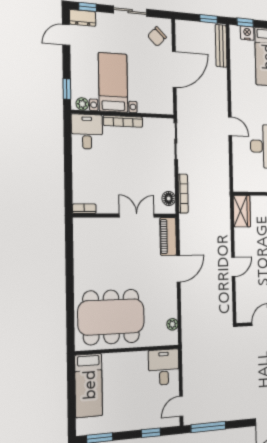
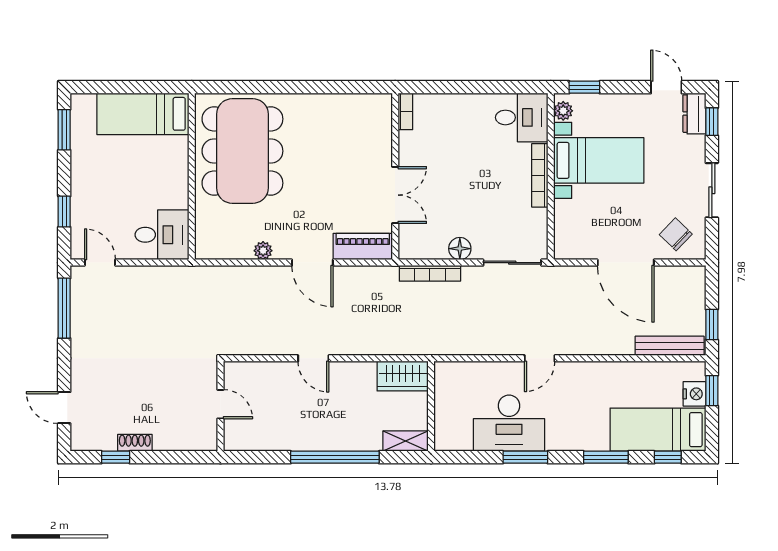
floor lamp: (169, 198) -> (460, 249), moved
plant: (172, 324) -> (263, 251), moved

